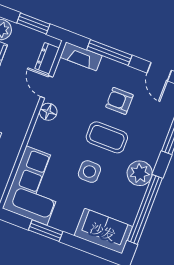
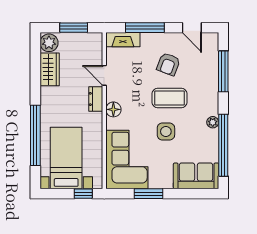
dresser: (47, 58) -> (96, 99), moved
armchair: (119, 101) -> (168, 64), turned -69
floor lamp: (48, 112) -> (113, 109), moved
plant: (140, 173) -> (213, 122), width x0.53, depth x0.53

